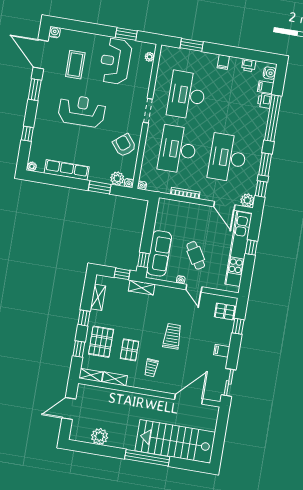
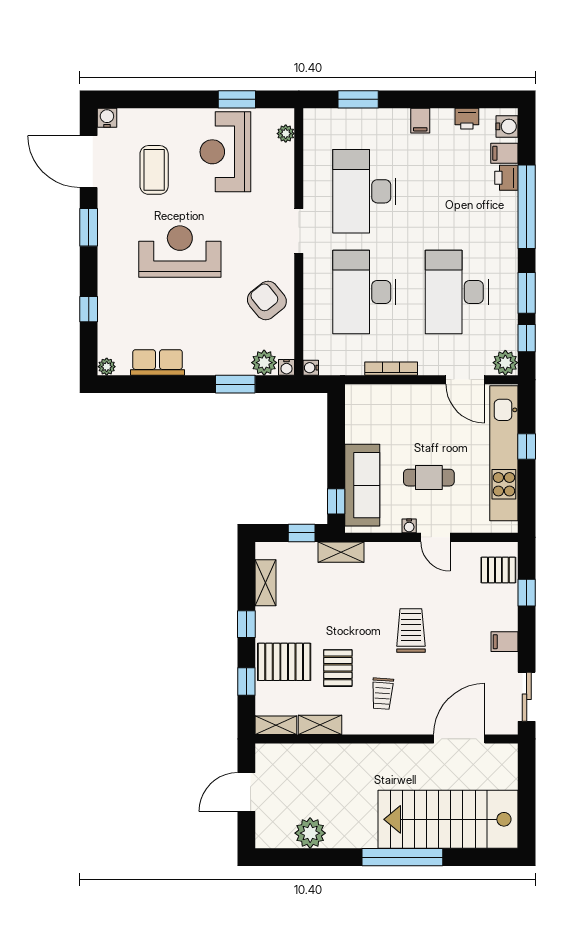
row of seats: (67, 170) -> (158, 362), width x0.68
cafe table: (196, 255) -> (429, 478), turned -59
pallet: (101, 342) -> (284, 662), turned 90

